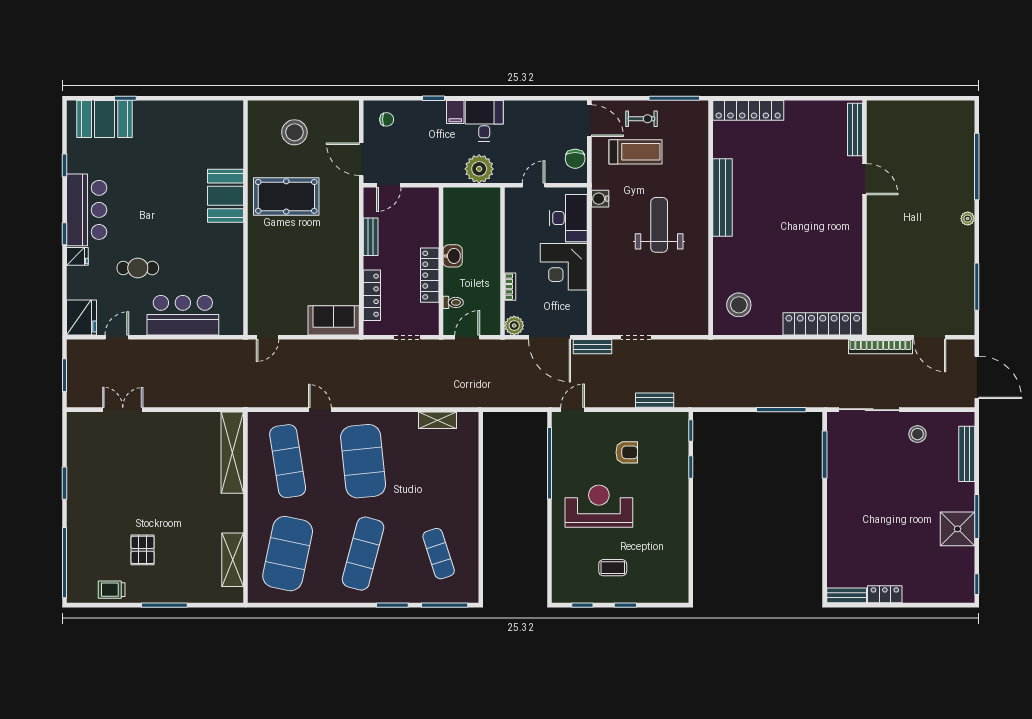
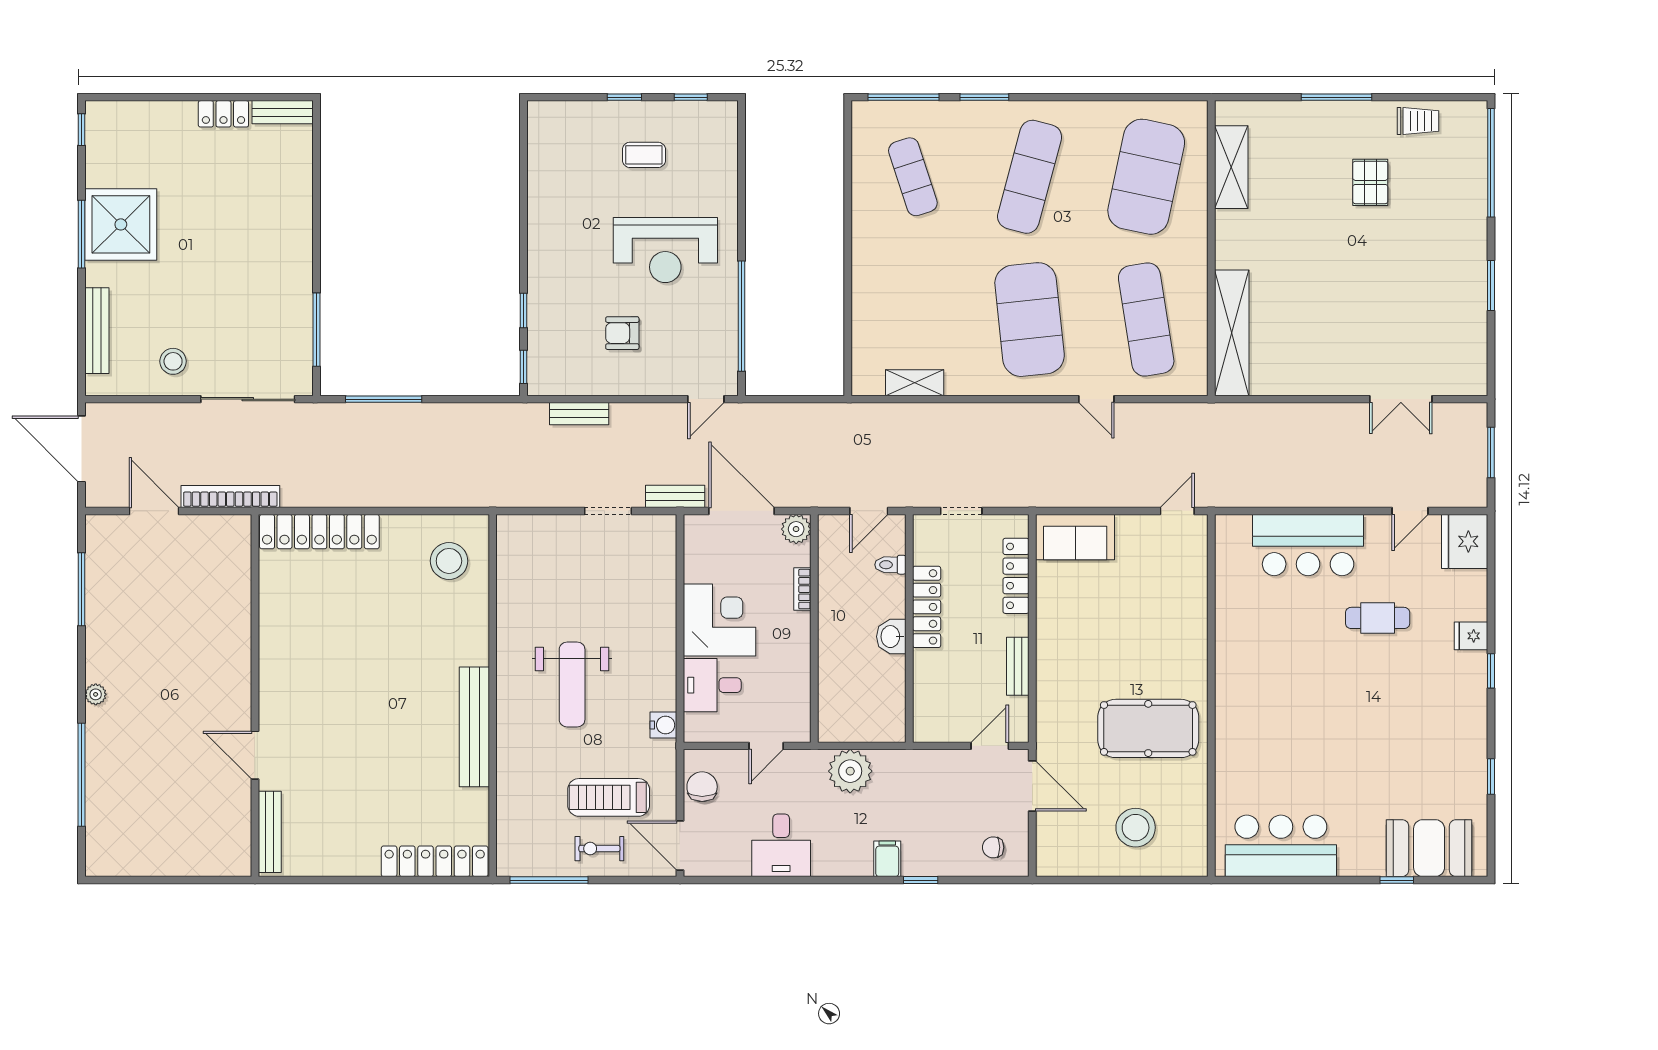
desk: (484, 121) -> (781, 845), moved
booth: (225, 196) -> (1242, 729), removed
bar counter: (87, 210) -> (1281, 846), moved, turned 90
desk: (569, 218) -> (712, 685), width x0.73
shower: (957, 529) -> (121, 224), width x1.37, depth x1.37

